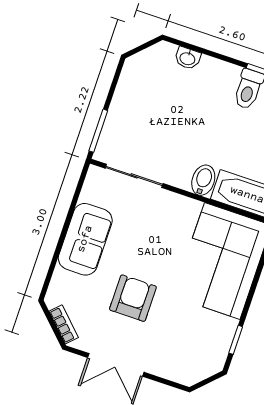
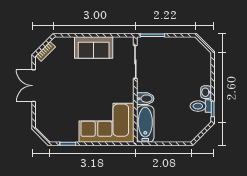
washbasin: (188, 58) -> (206, 92), moved
armchair: (133, 298) -> (71, 83), removed

